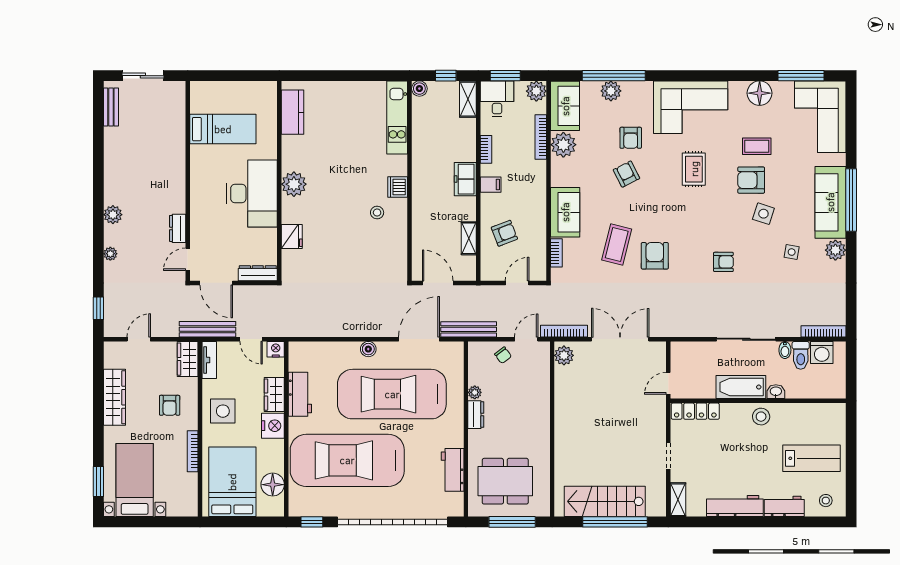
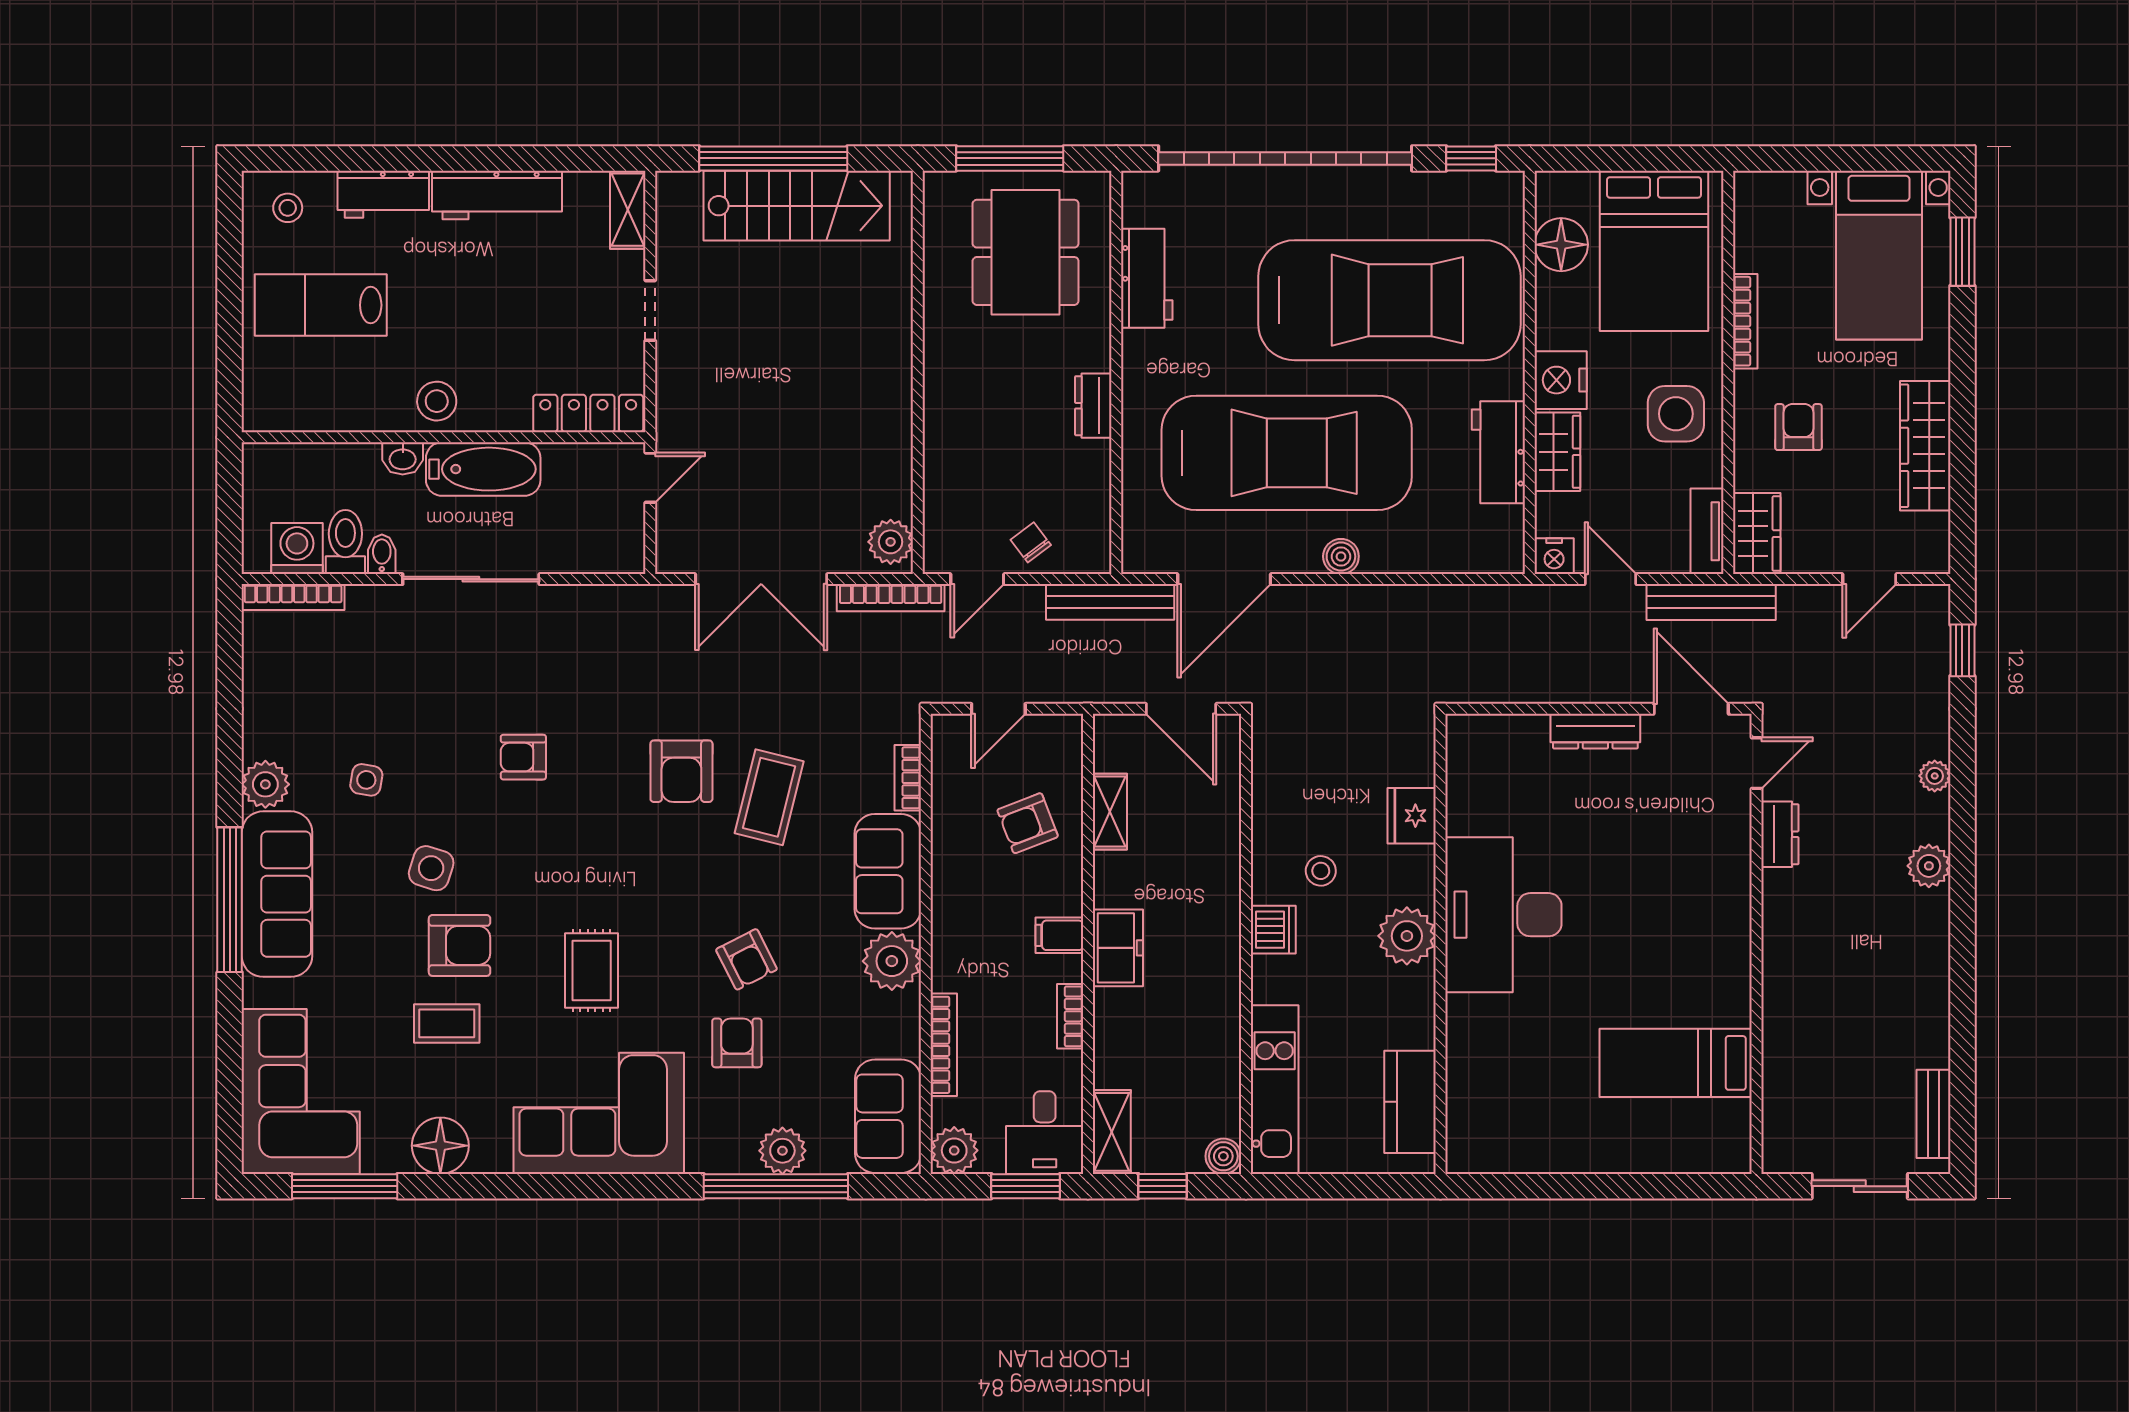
kitchen counter: (293, 112) -> (1410, 1102), moved
plant: (563, 145) -> (892, 961), moved
wall: (279, 181) -> (1440, 944), moved
plant: (294, 184) -> (1407, 936), moved
desk: (252, 193) -> (1503, 915), moved
fridge: (292, 236) -> (1412, 816), moved
plant: (475, 392) -> (1096, 457), removed
dining table: (505, 481) -> (1026, 252), turned 90

